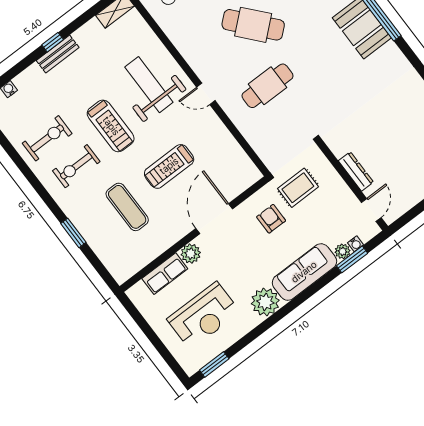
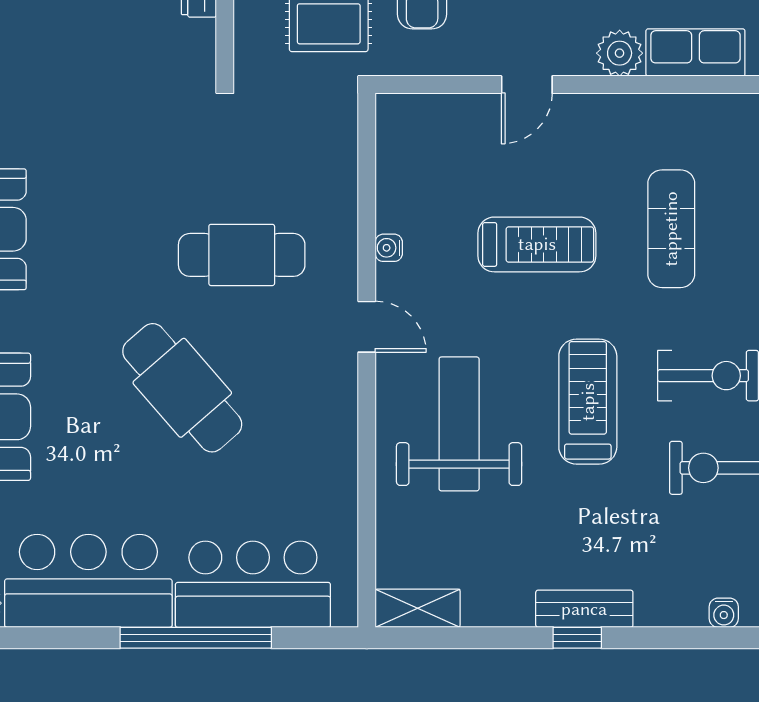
weight bench: (149, 85) -> (459, 424), turned 180
water cooler: (219, 127) -> (389, 248), added
door: (214, 219) -> (527, 85), width x0.53

